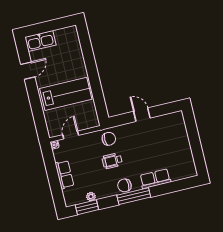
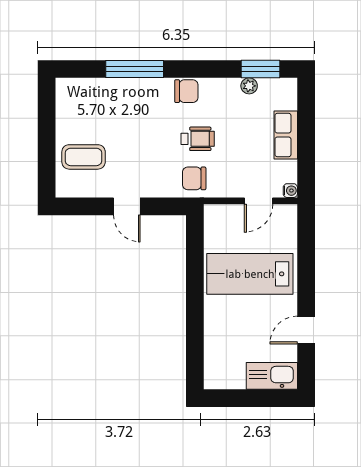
coffee table: (172, 136) -> (84, 157), added
row of seats: (155, 179) -> (130, 90), removed
window: (134, 196) -> (135, 69), moved

